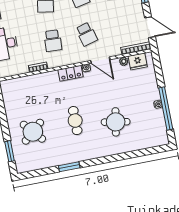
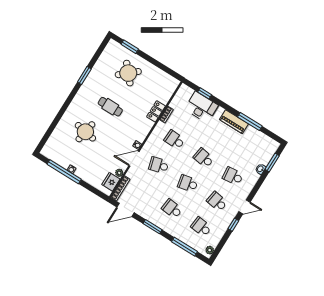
locker: (71, 73) -> (156, 111), moved

